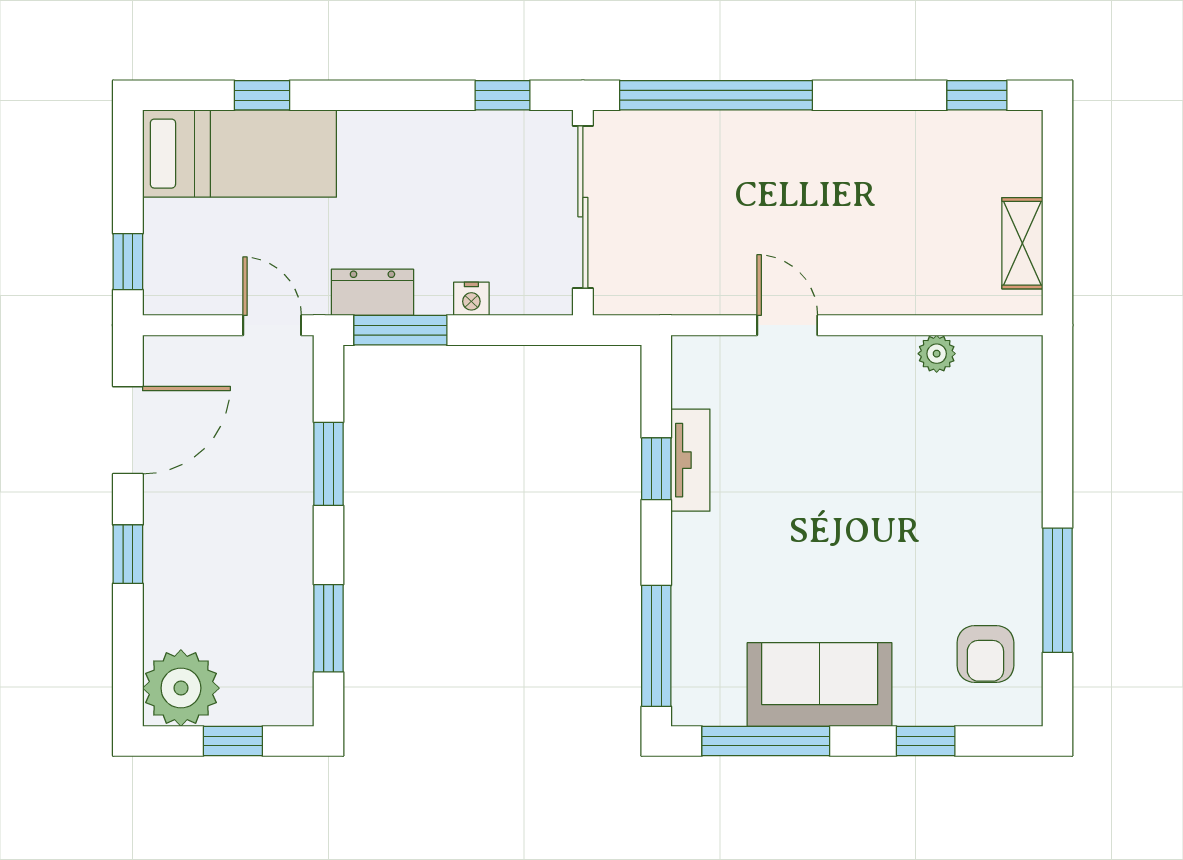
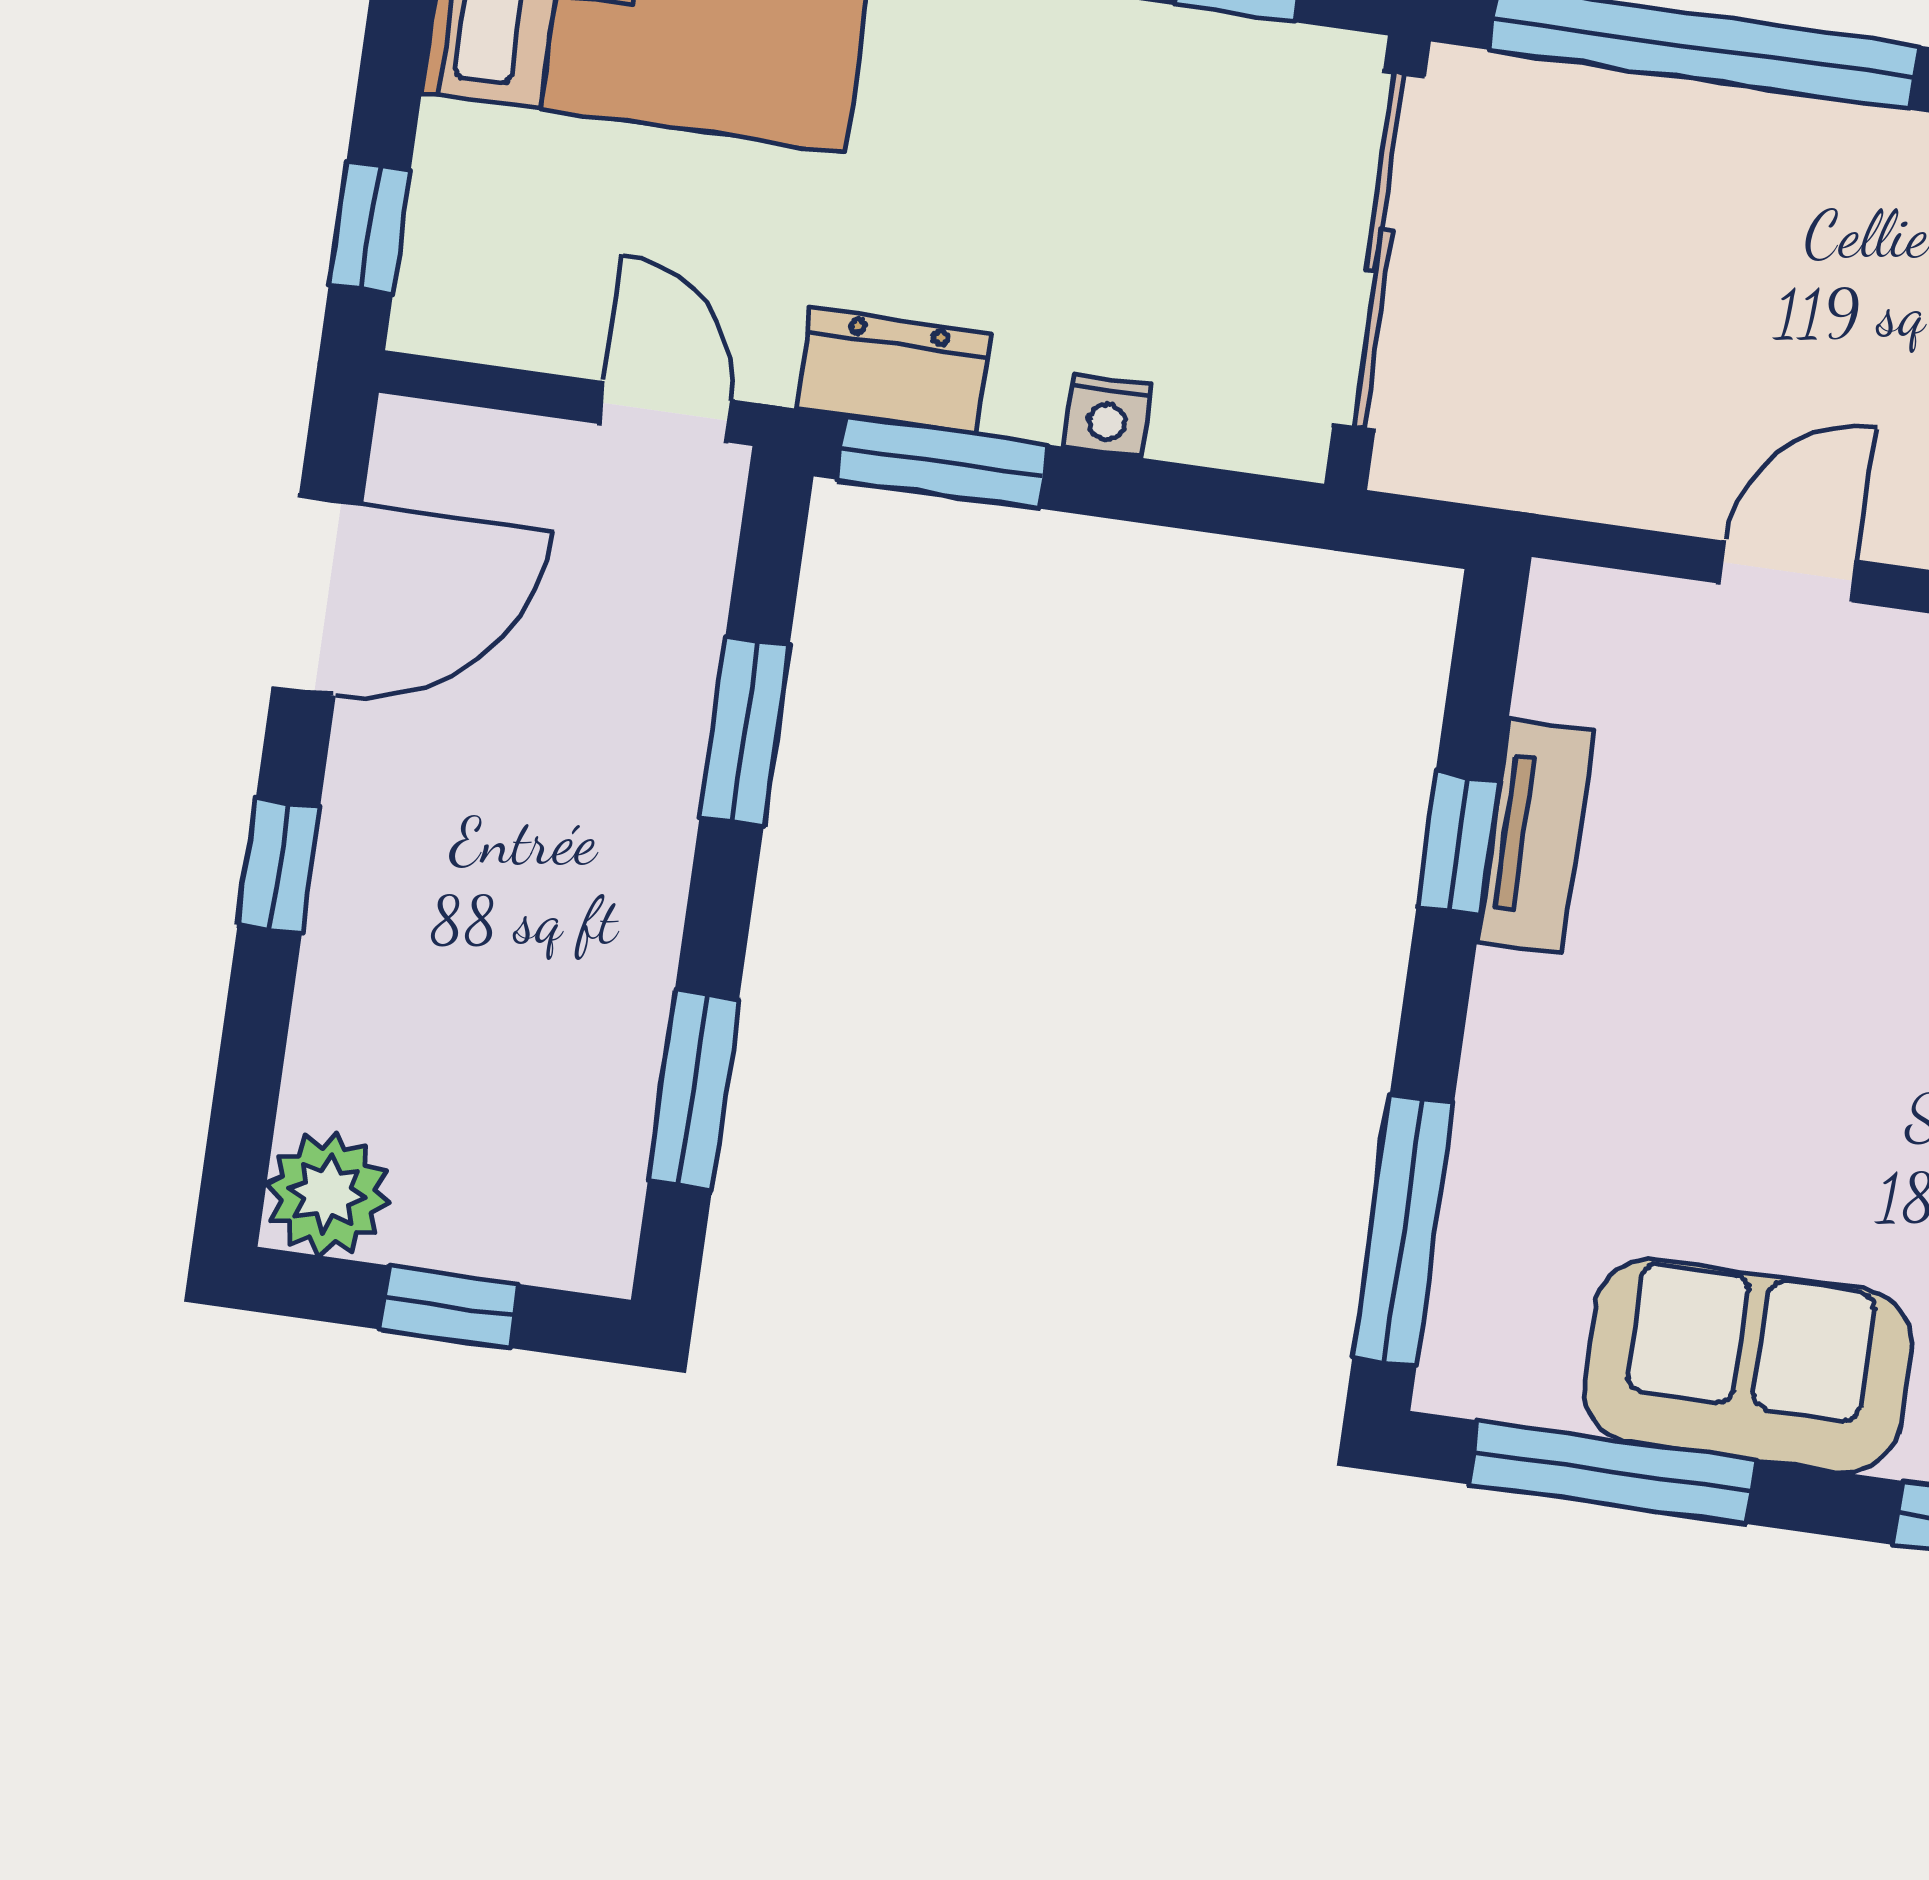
door: (787, 325) -> (1788, 572), hinge flipped
plant: (181, 688) -> (327, 1194), width x0.73, depth x0.73

